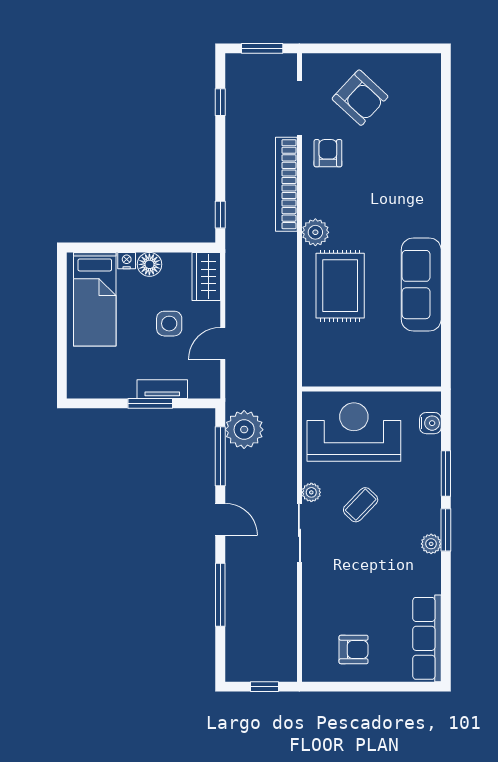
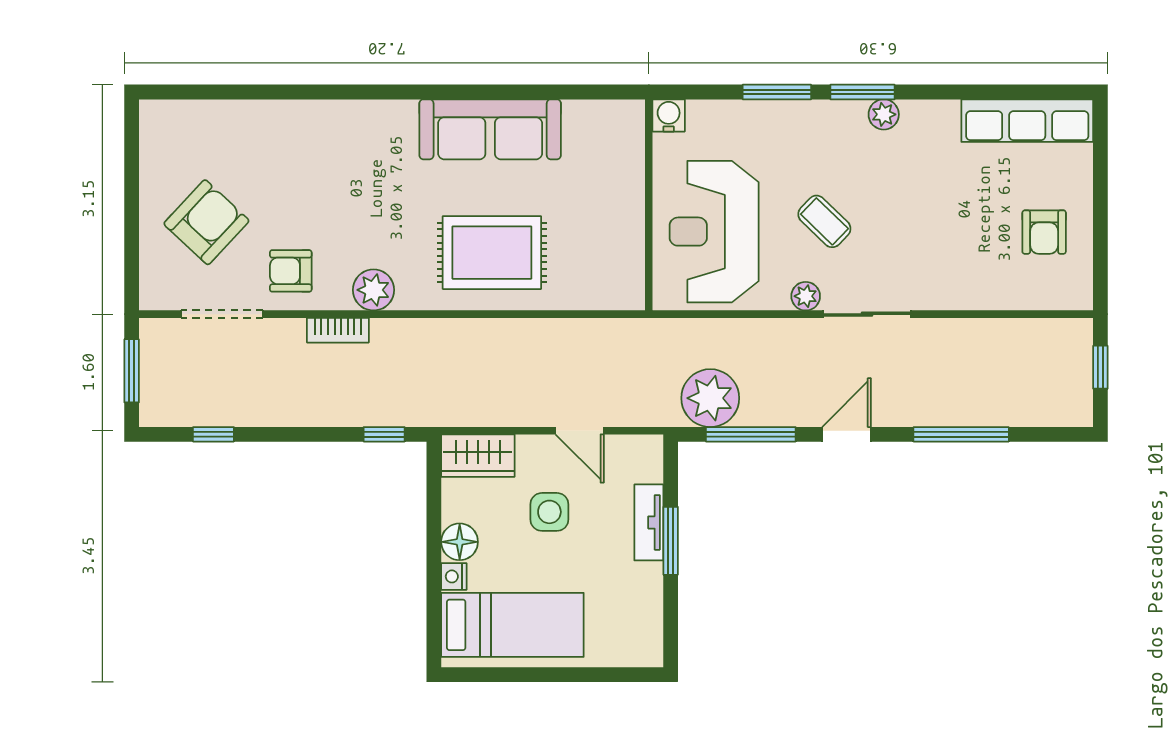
bookcase: (286, 184) -> (338, 330), width x0.43, depth x0.76
plant: (315, 232) -> (374, 290), moved
water cooler: (430, 423) -> (669, 115), moved
armchair: (354, 649) -> (1044, 232), turned 180

